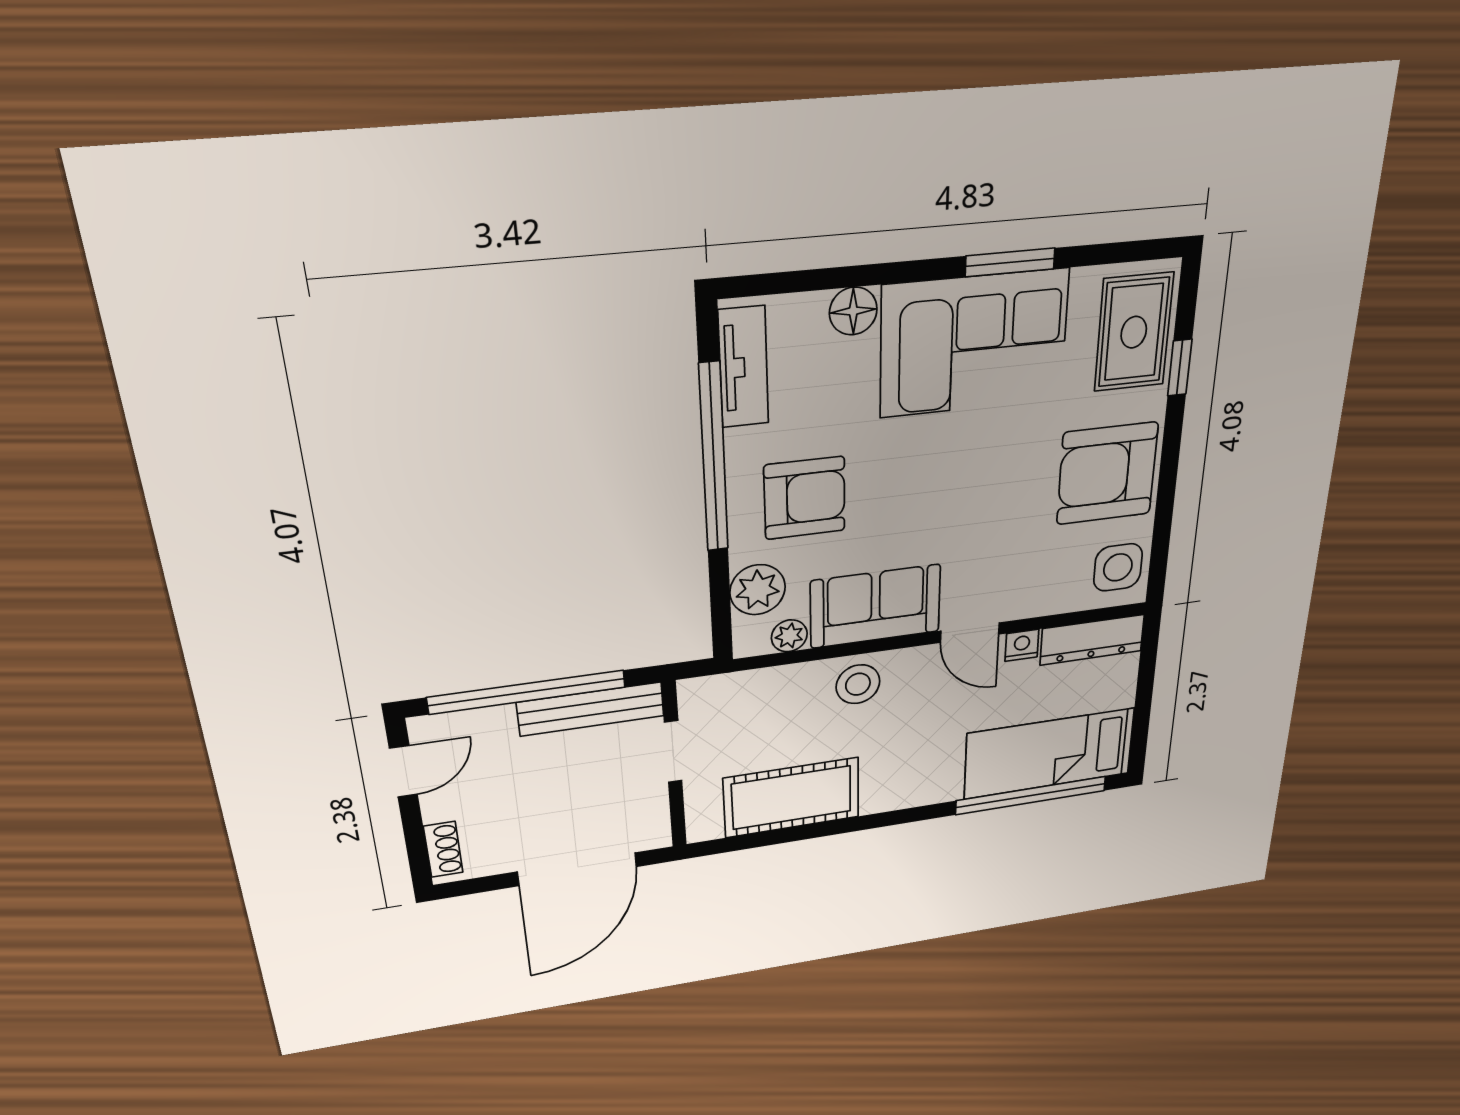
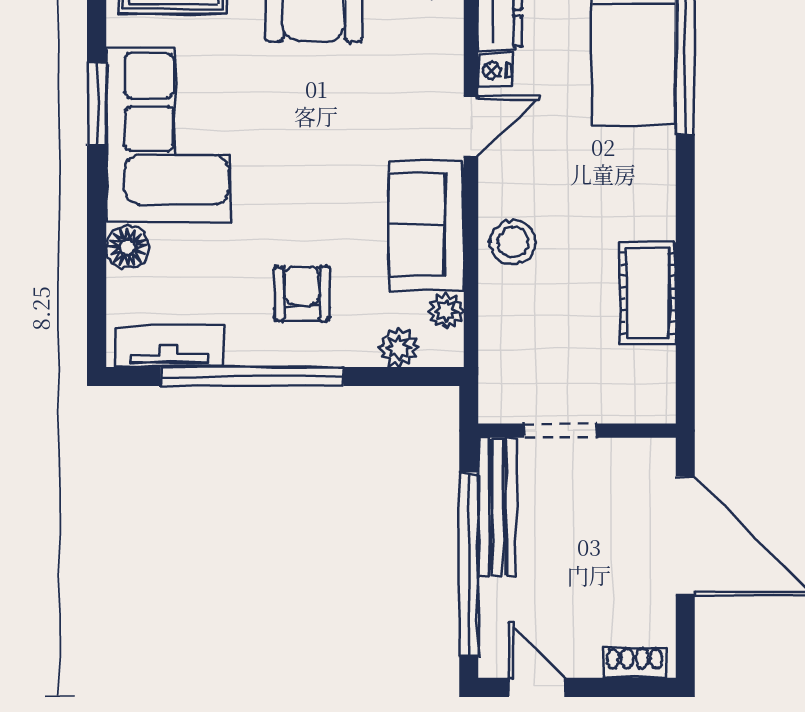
armchair: (805, 498) -> (302, 293), width x0.72, depth x0.72
plant: (758, 590) -> (399, 348), width x0.73, depth x0.73
cot: (792, 798) -> (648, 293), width x0.73, depth x0.75

